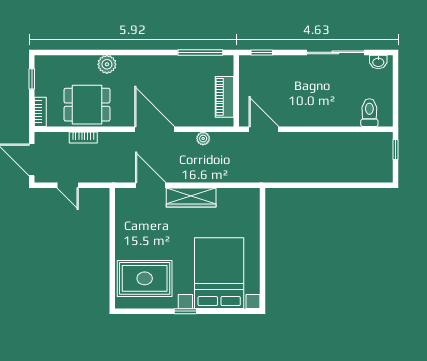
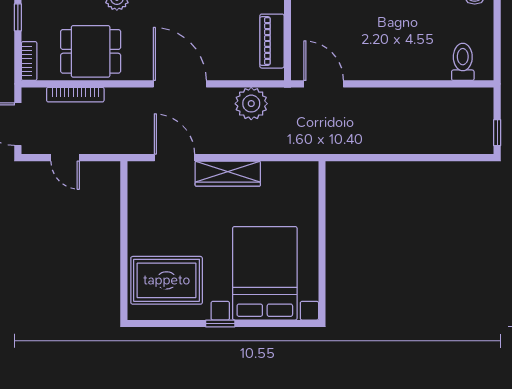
bookcase: (83, 138) -> (75, 95), width x1.56
plant: (203, 139) -> (251, 104), width x1.87, depth x1.87
window: (395, 149) -> (497, 133), moved

